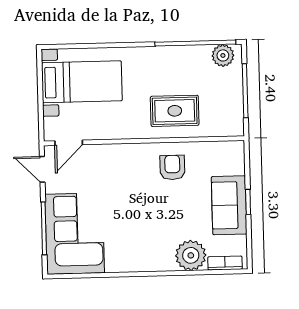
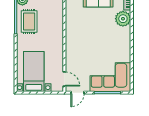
rug: (175, 111) -> (29, 21), moved
armchair: (172, 167) -> (78, 27), removed

